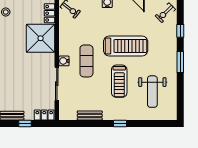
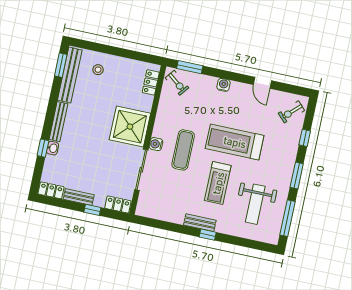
shower: (41, 38) -> (130, 127), moved
treadmill: (126, 46) -> (235, 142), turned 180
window: (180, 97) -> (288, 218), added
bench: (90, 115) -> (200, 223), moved

